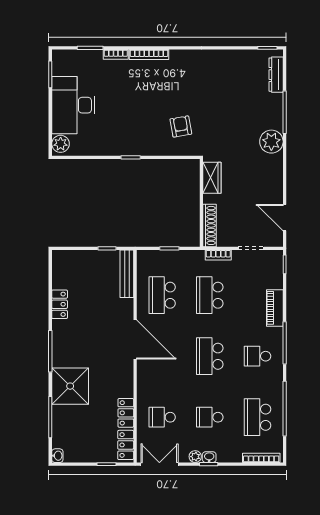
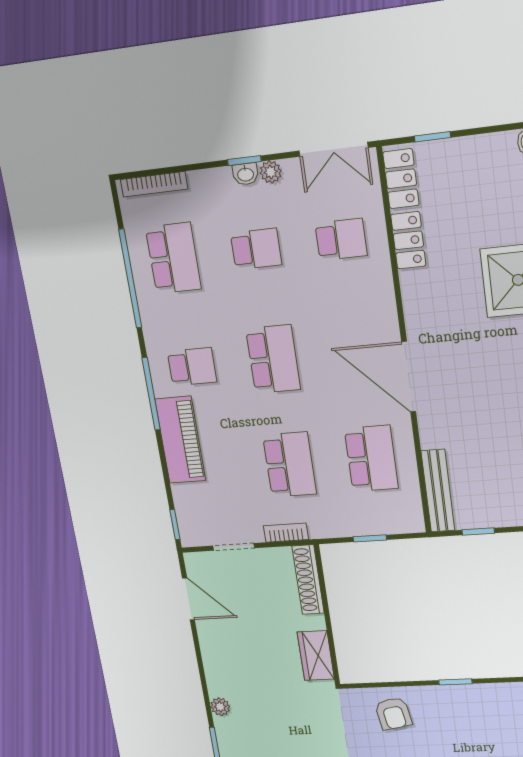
armchair: (181, 126) -> (393, 714), moved
plant: (271, 142) -> (220, 707), width x0.53, depth x0.53
piano: (275, 308) -> (180, 440), width x1.37, depth x1.33

